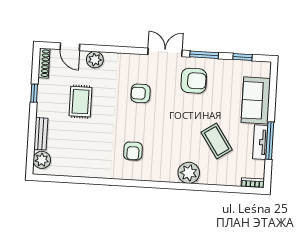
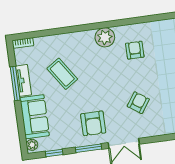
plant: (265, 70) -> (32, 145), added
armchair: (194, 81) -> (93, 123), turned -90
armchair: (141, 93) -> (138, 103), turned -55
plant: (189, 173) -> (105, 37), moved

